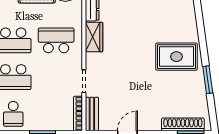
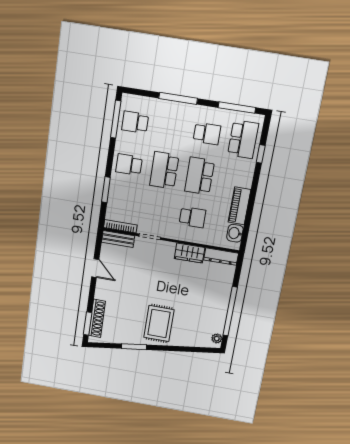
school desk: (56, 40) -> (192, 217), width x0.54

